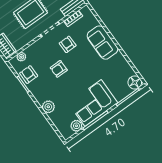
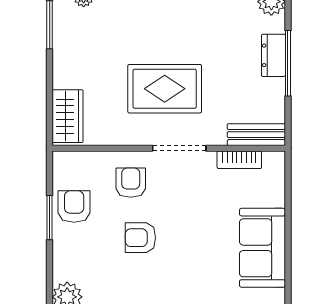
armchair: (68, 44) -> (131, 183), moved
plant: (21, 57) -> (85, 162), removed

